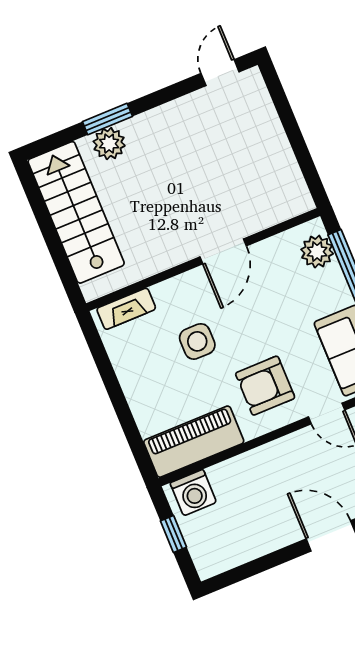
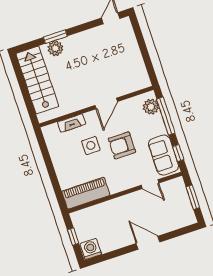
fireplace: (126, 309) -> (72, 123), moved
armchair: (265, 386) -> (122, 145), moved
washing machine: (193, 493) -> (91, 249), moved, turned 180

